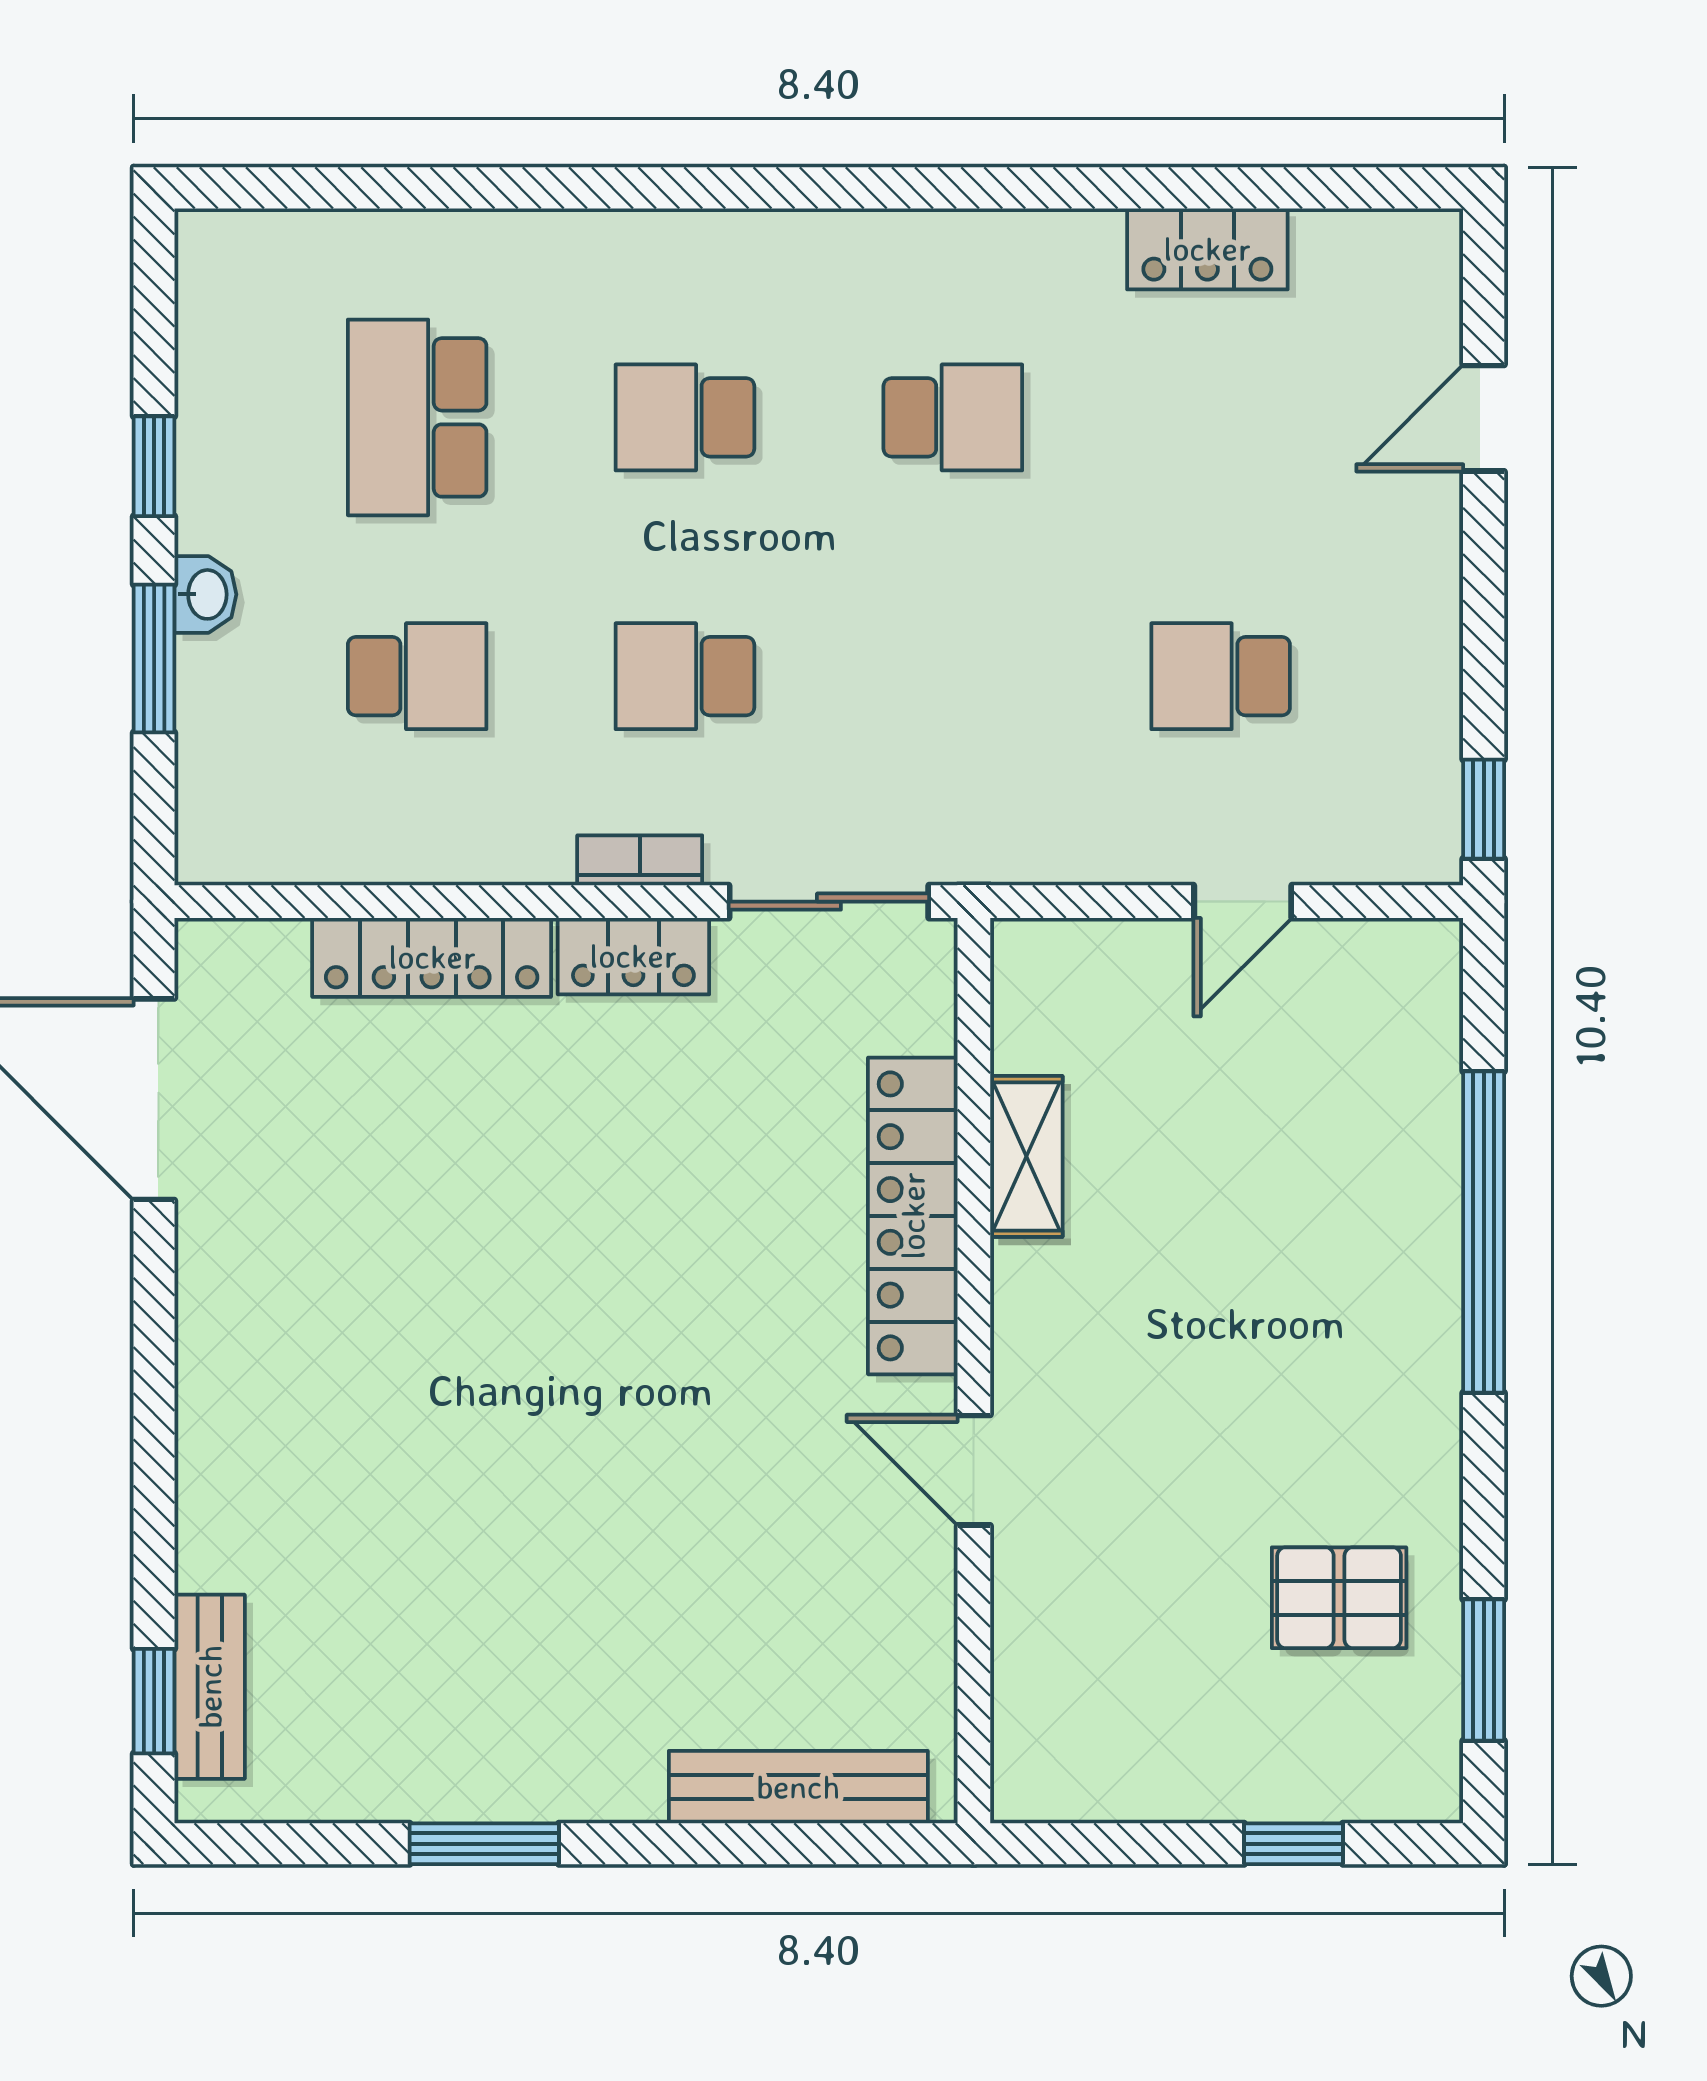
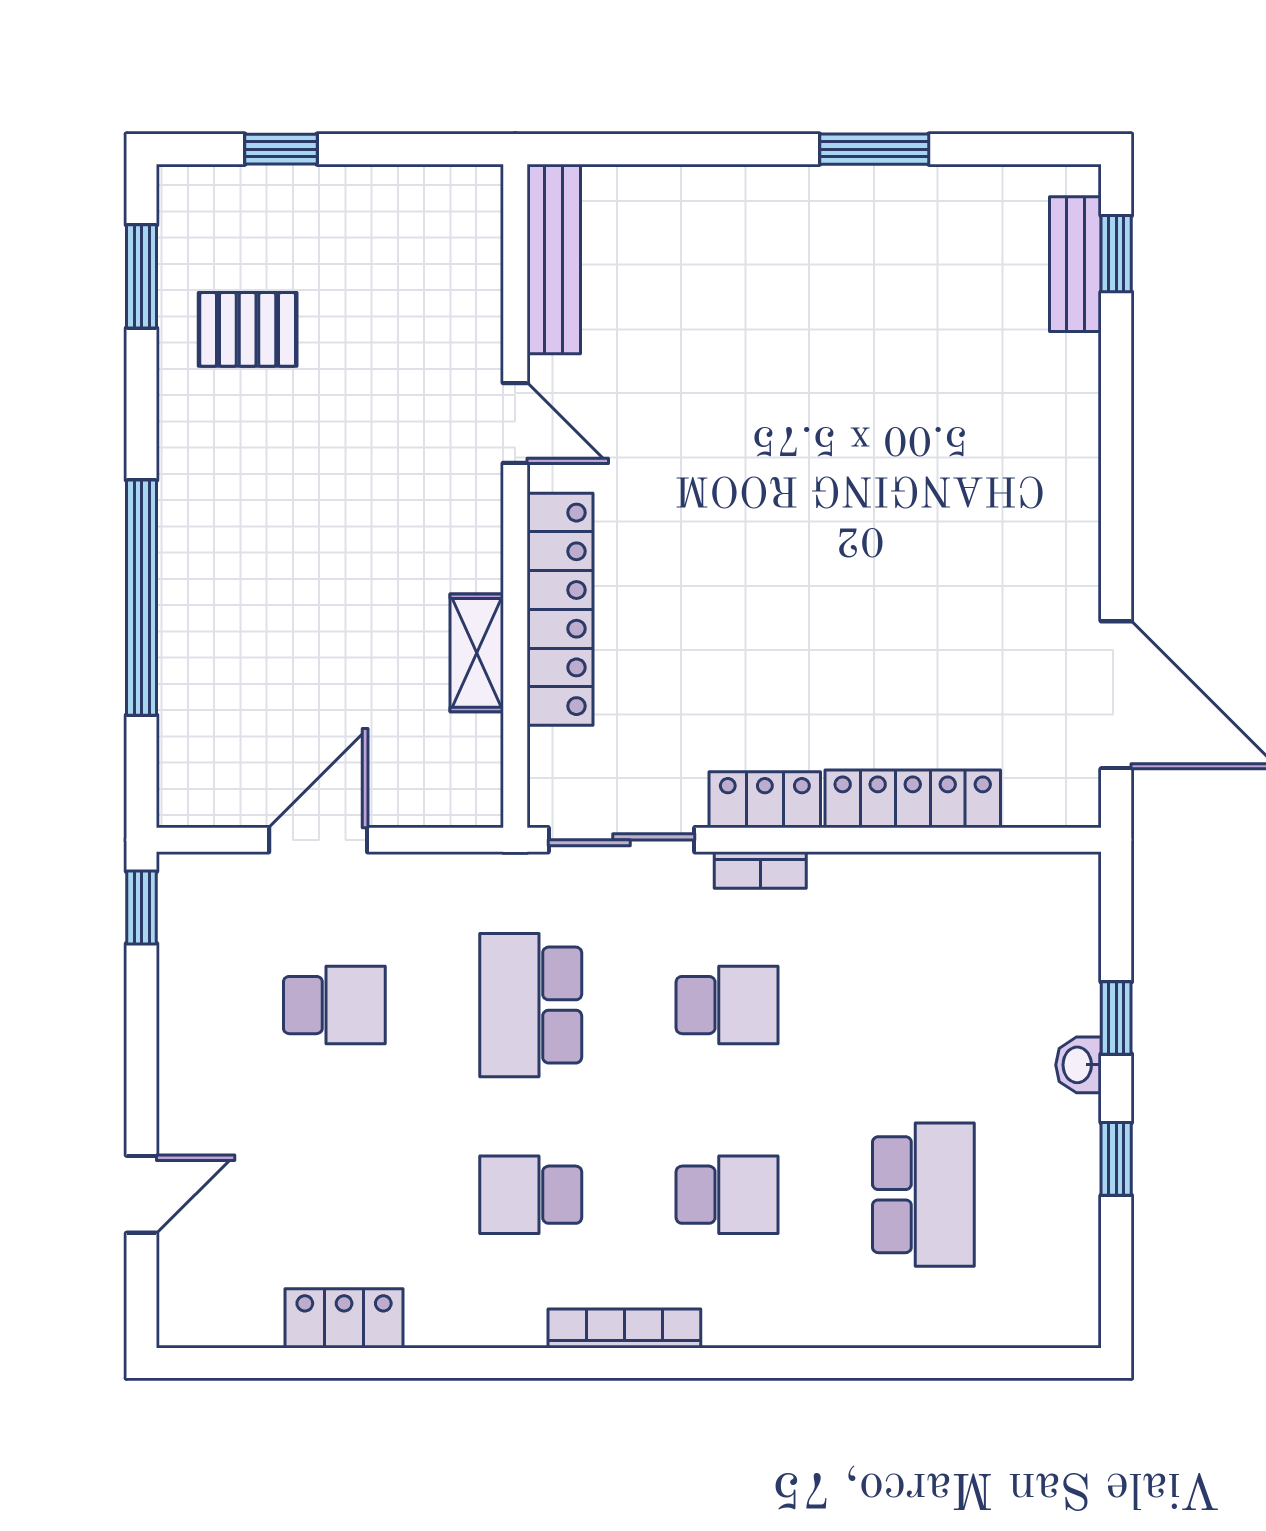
bookcase: (825, 235) -> (624, 1328), added
window: (154, 659) -> (1116, 1018), width x0.67
school desk: (417, 676) -> (531, 1005), moved, width x1.85
door: (1243, 902) -> (318, 840), width x1.37
bench: (798, 1787) -> (554, 259), moved, turned 90

